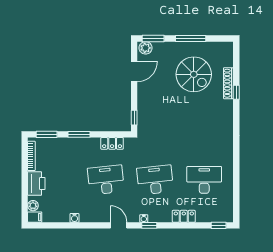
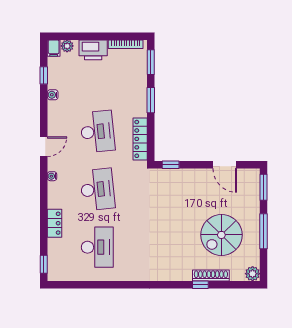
plant: (146, 48) -> (253, 274), moved
locker: (112, 143) -> (140, 139), width x1.53
window: (149, 225) -> (44, 75), moved

